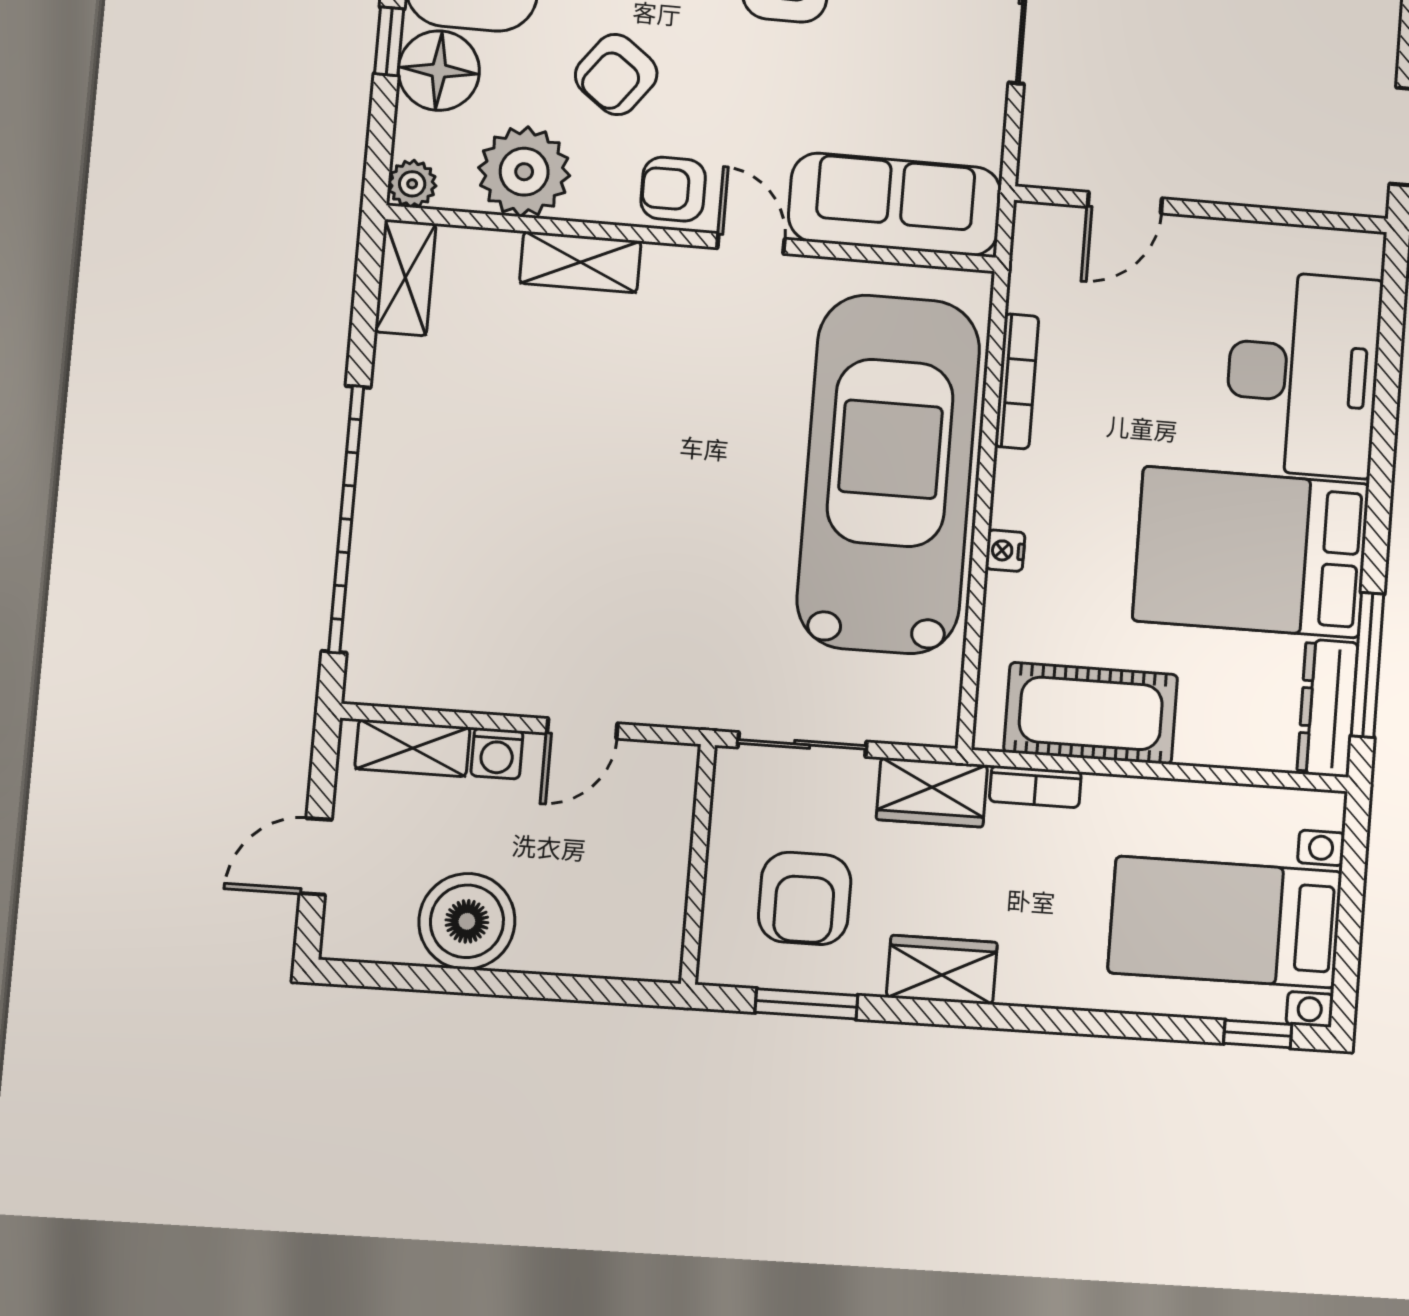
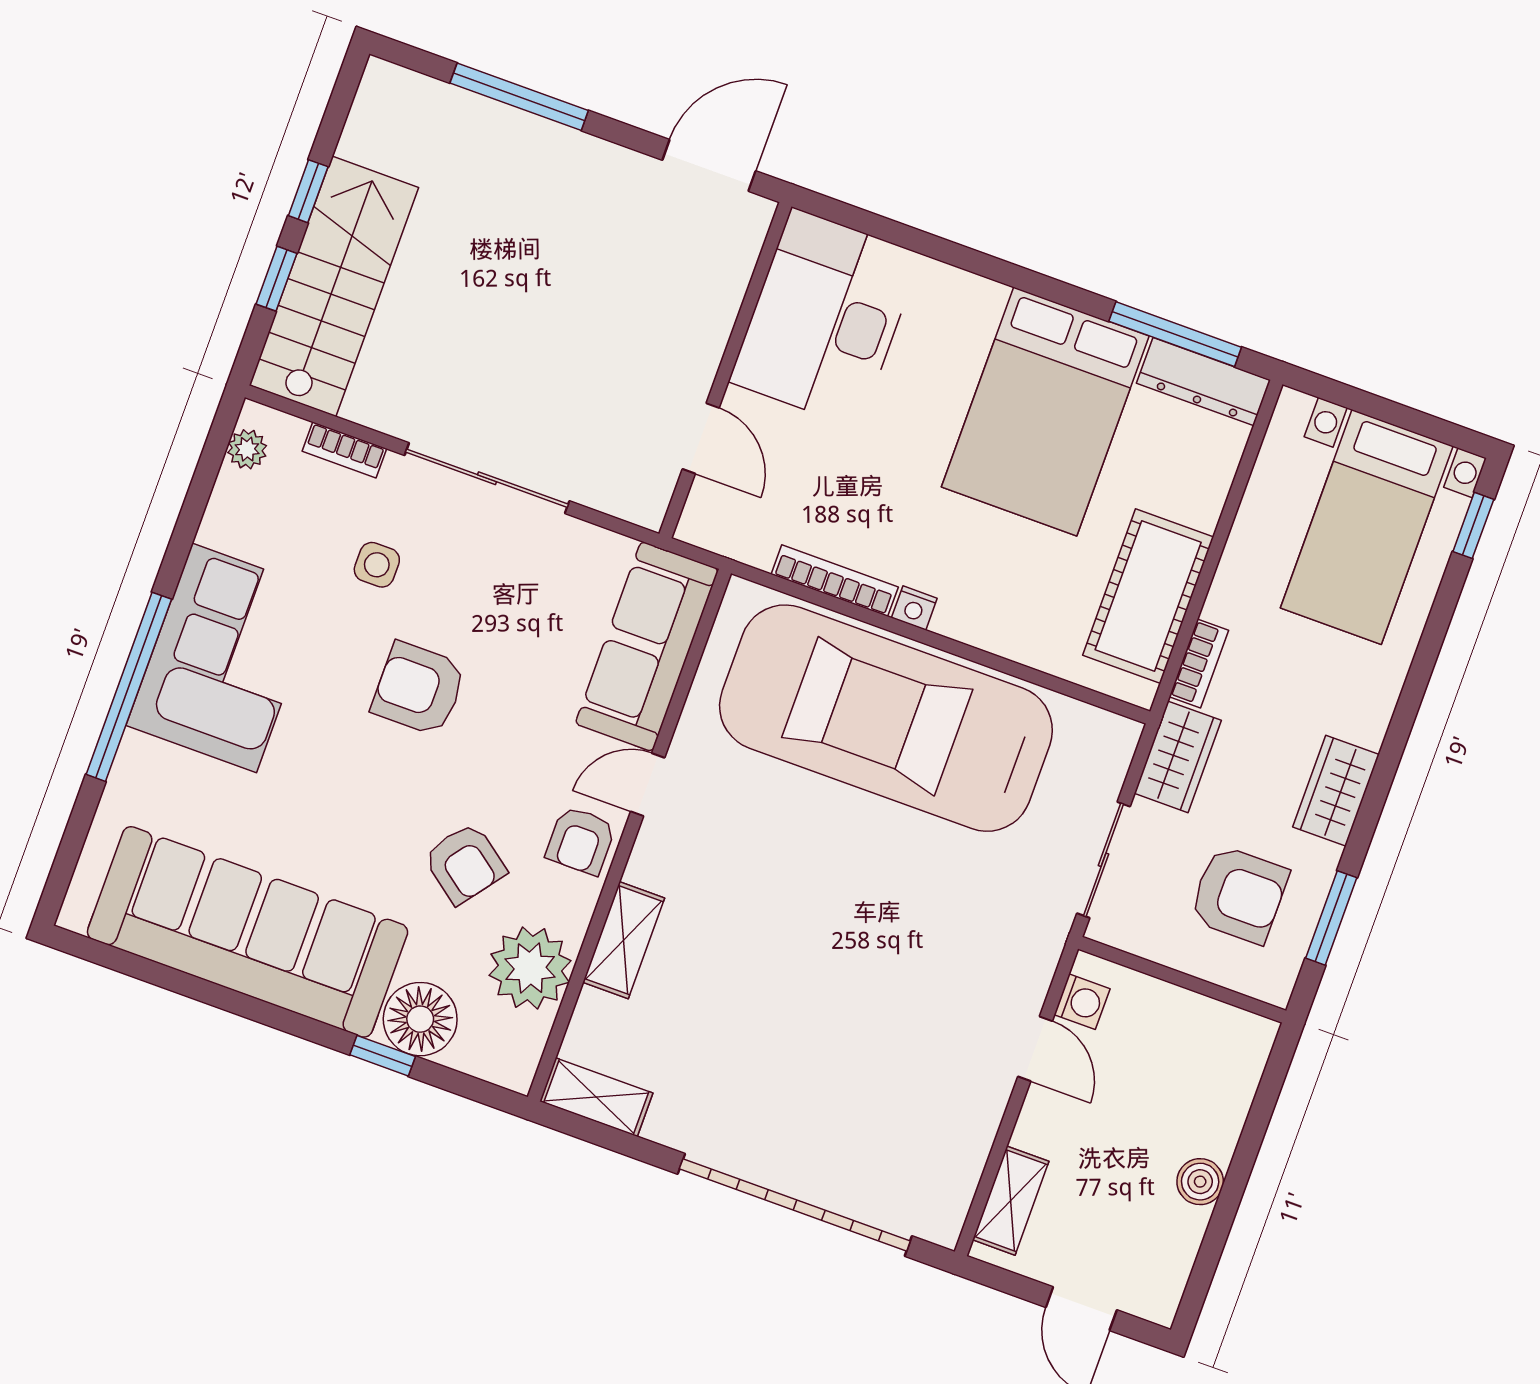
plant: (412, 184) -> (515, 1069), removed
desk: (1303, 374) -> (825, 318), moved, turned -90
nightstand: (1005, 551) -> (914, 608), moved
washing machine: (497, 753) -> (1082, 1002), moved
boiler: (467, 921) -> (1200, 1182), width x0.54, depth x0.54

